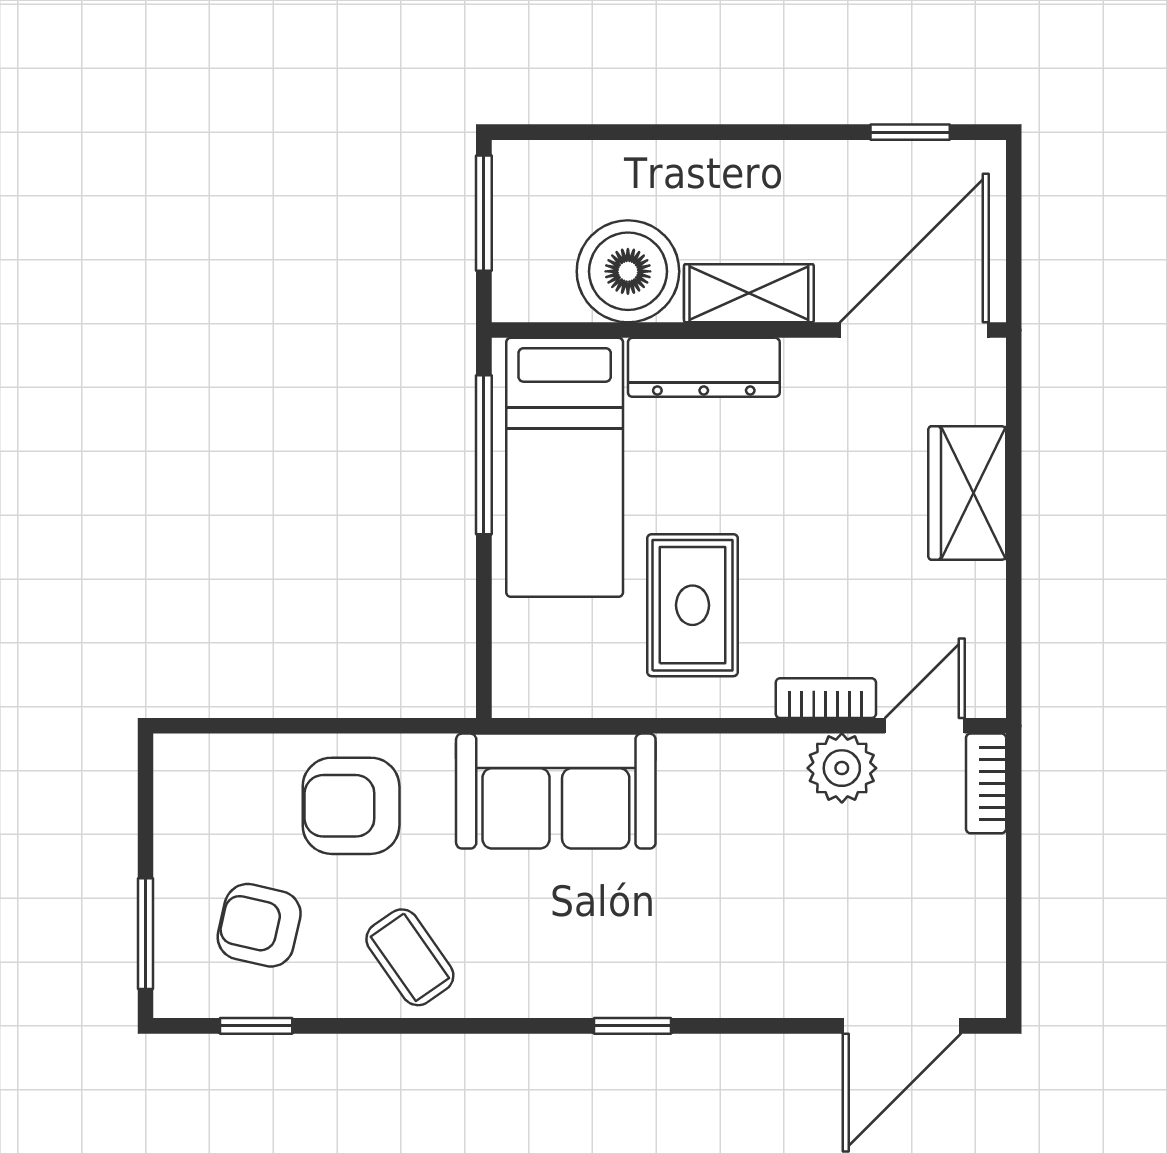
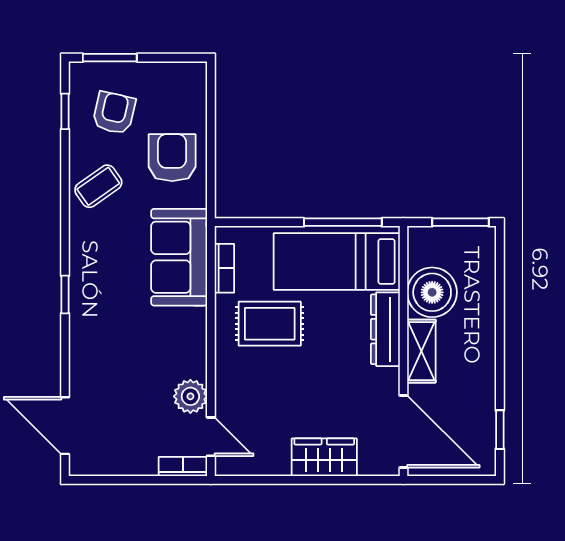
bookcase: (826, 698) -> (224, 268), moved

